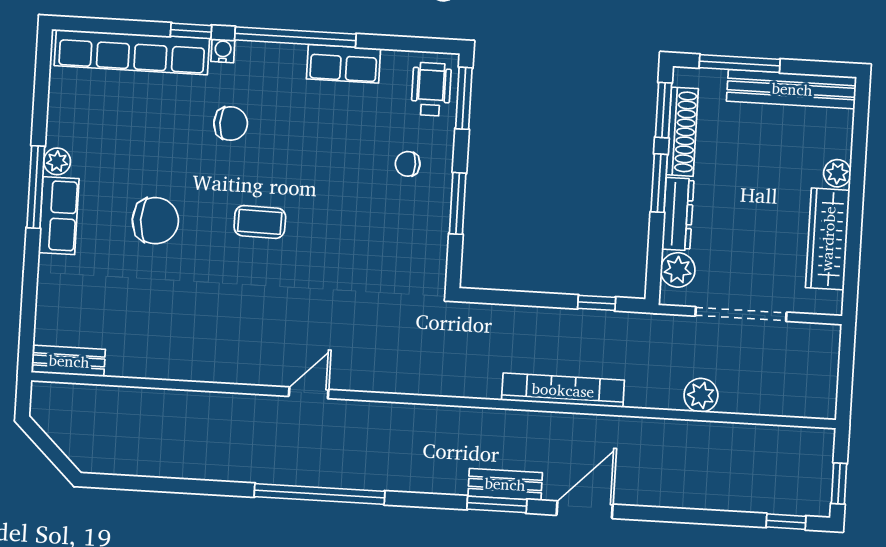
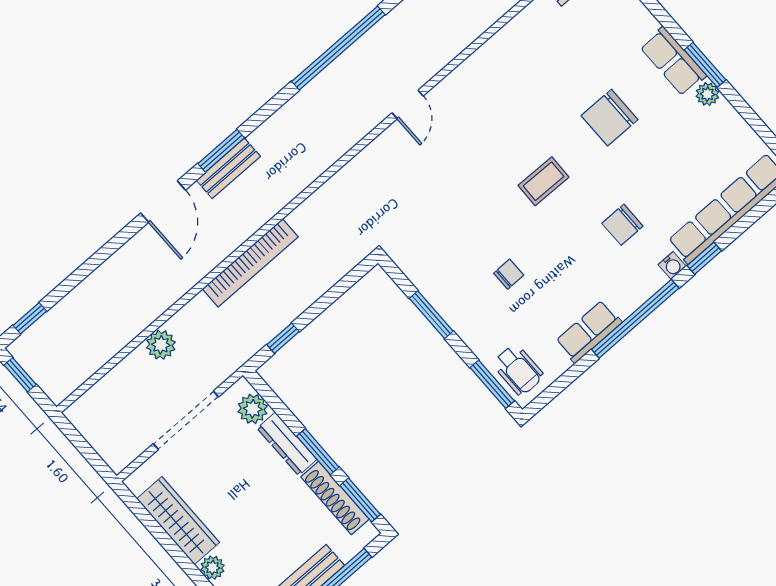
chair: (408, 164) -> (509, 274), moved
window: (36, 187) -> (705, 65), width x0.69

